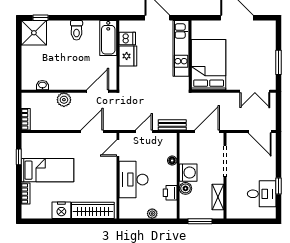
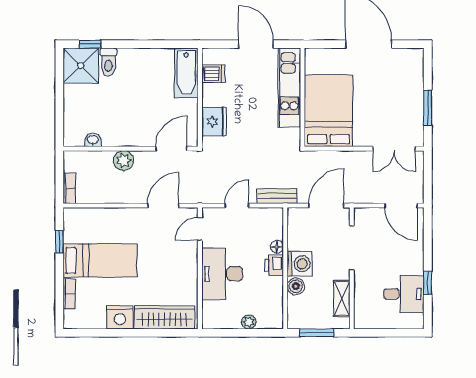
toilet: (77, 30) -> (108, 62), moved
fridge: (128, 56) -> (214, 122), moved
printer: (170, 193) -> (274, 265), moved

